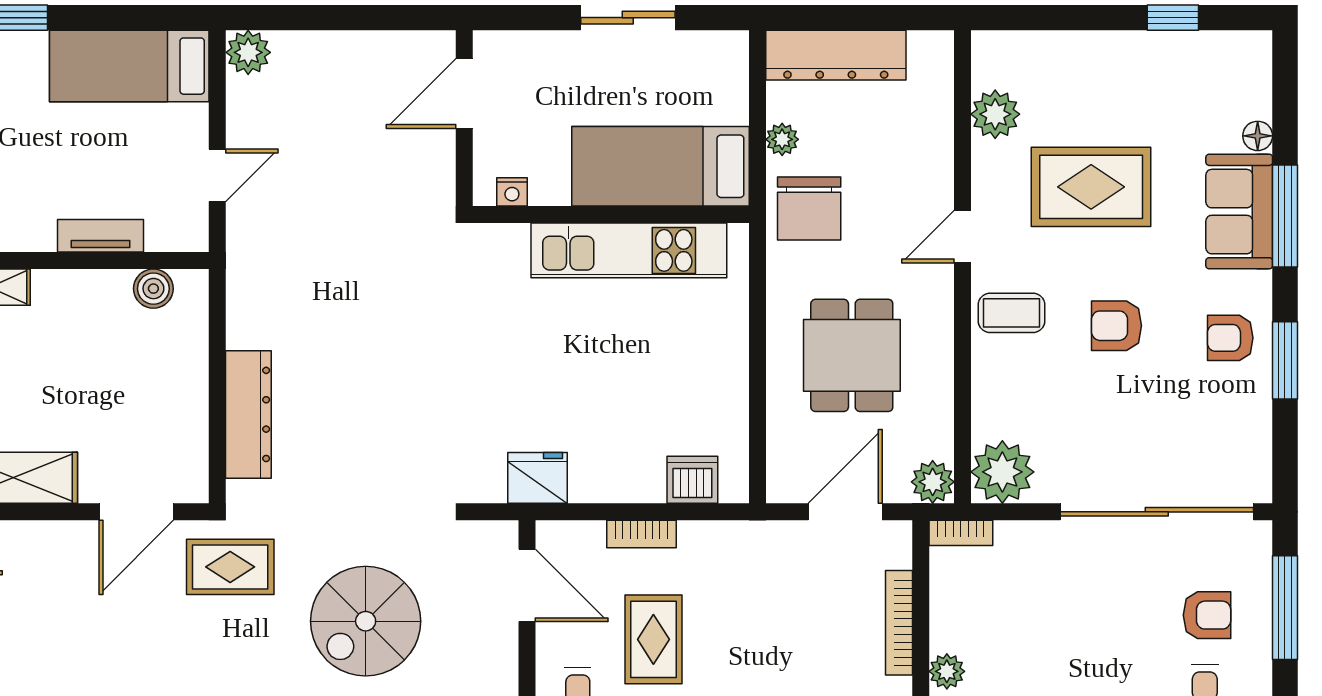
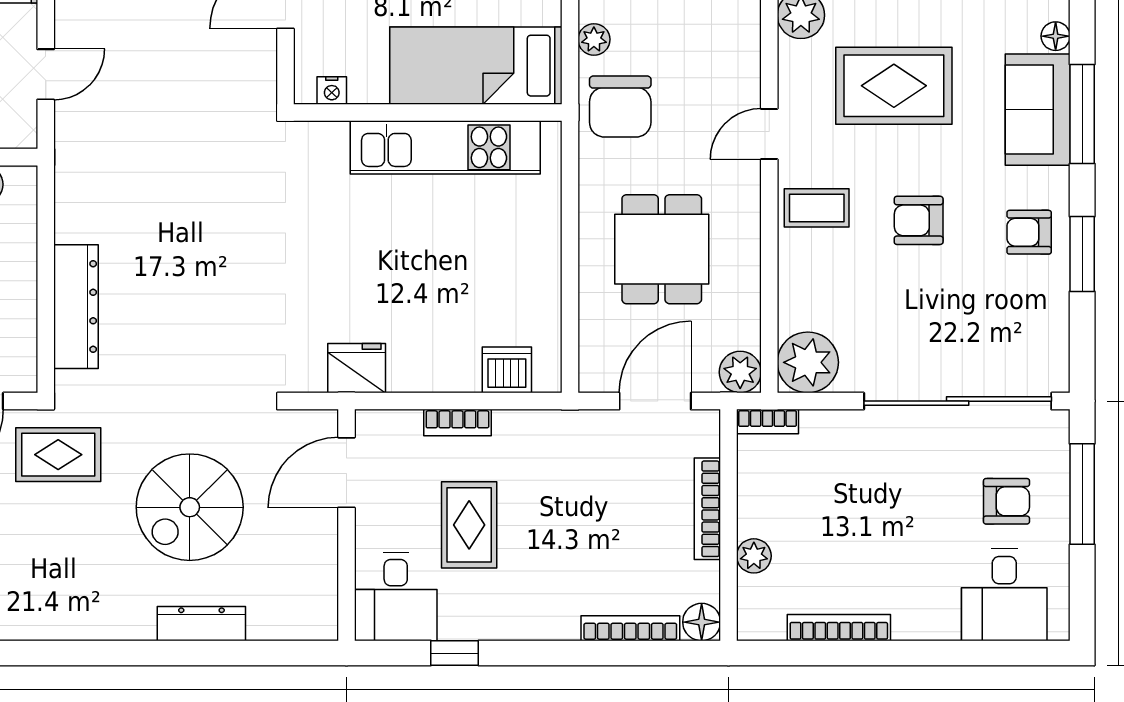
door: (527, 585) -> (346, 473), swing flipped

